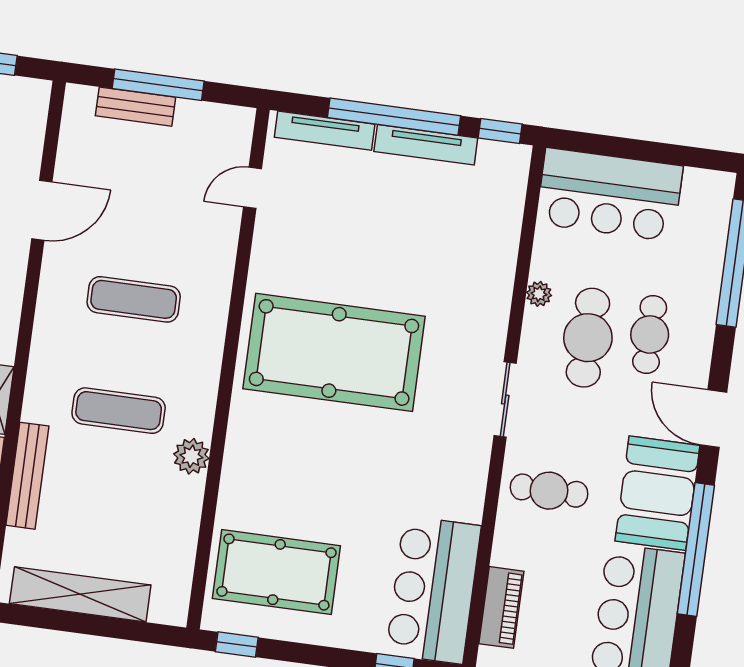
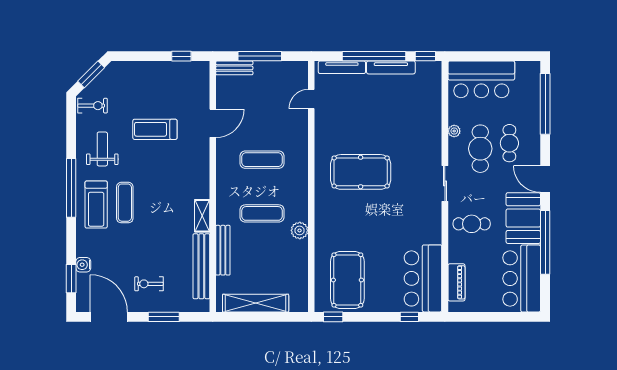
bench: (136, 107) -> (234, 68), moved
pool table: (334, 352) -> (361, 172), width x0.73, depth x0.76
pool table: (276, 572) -> (347, 280), turned 90

